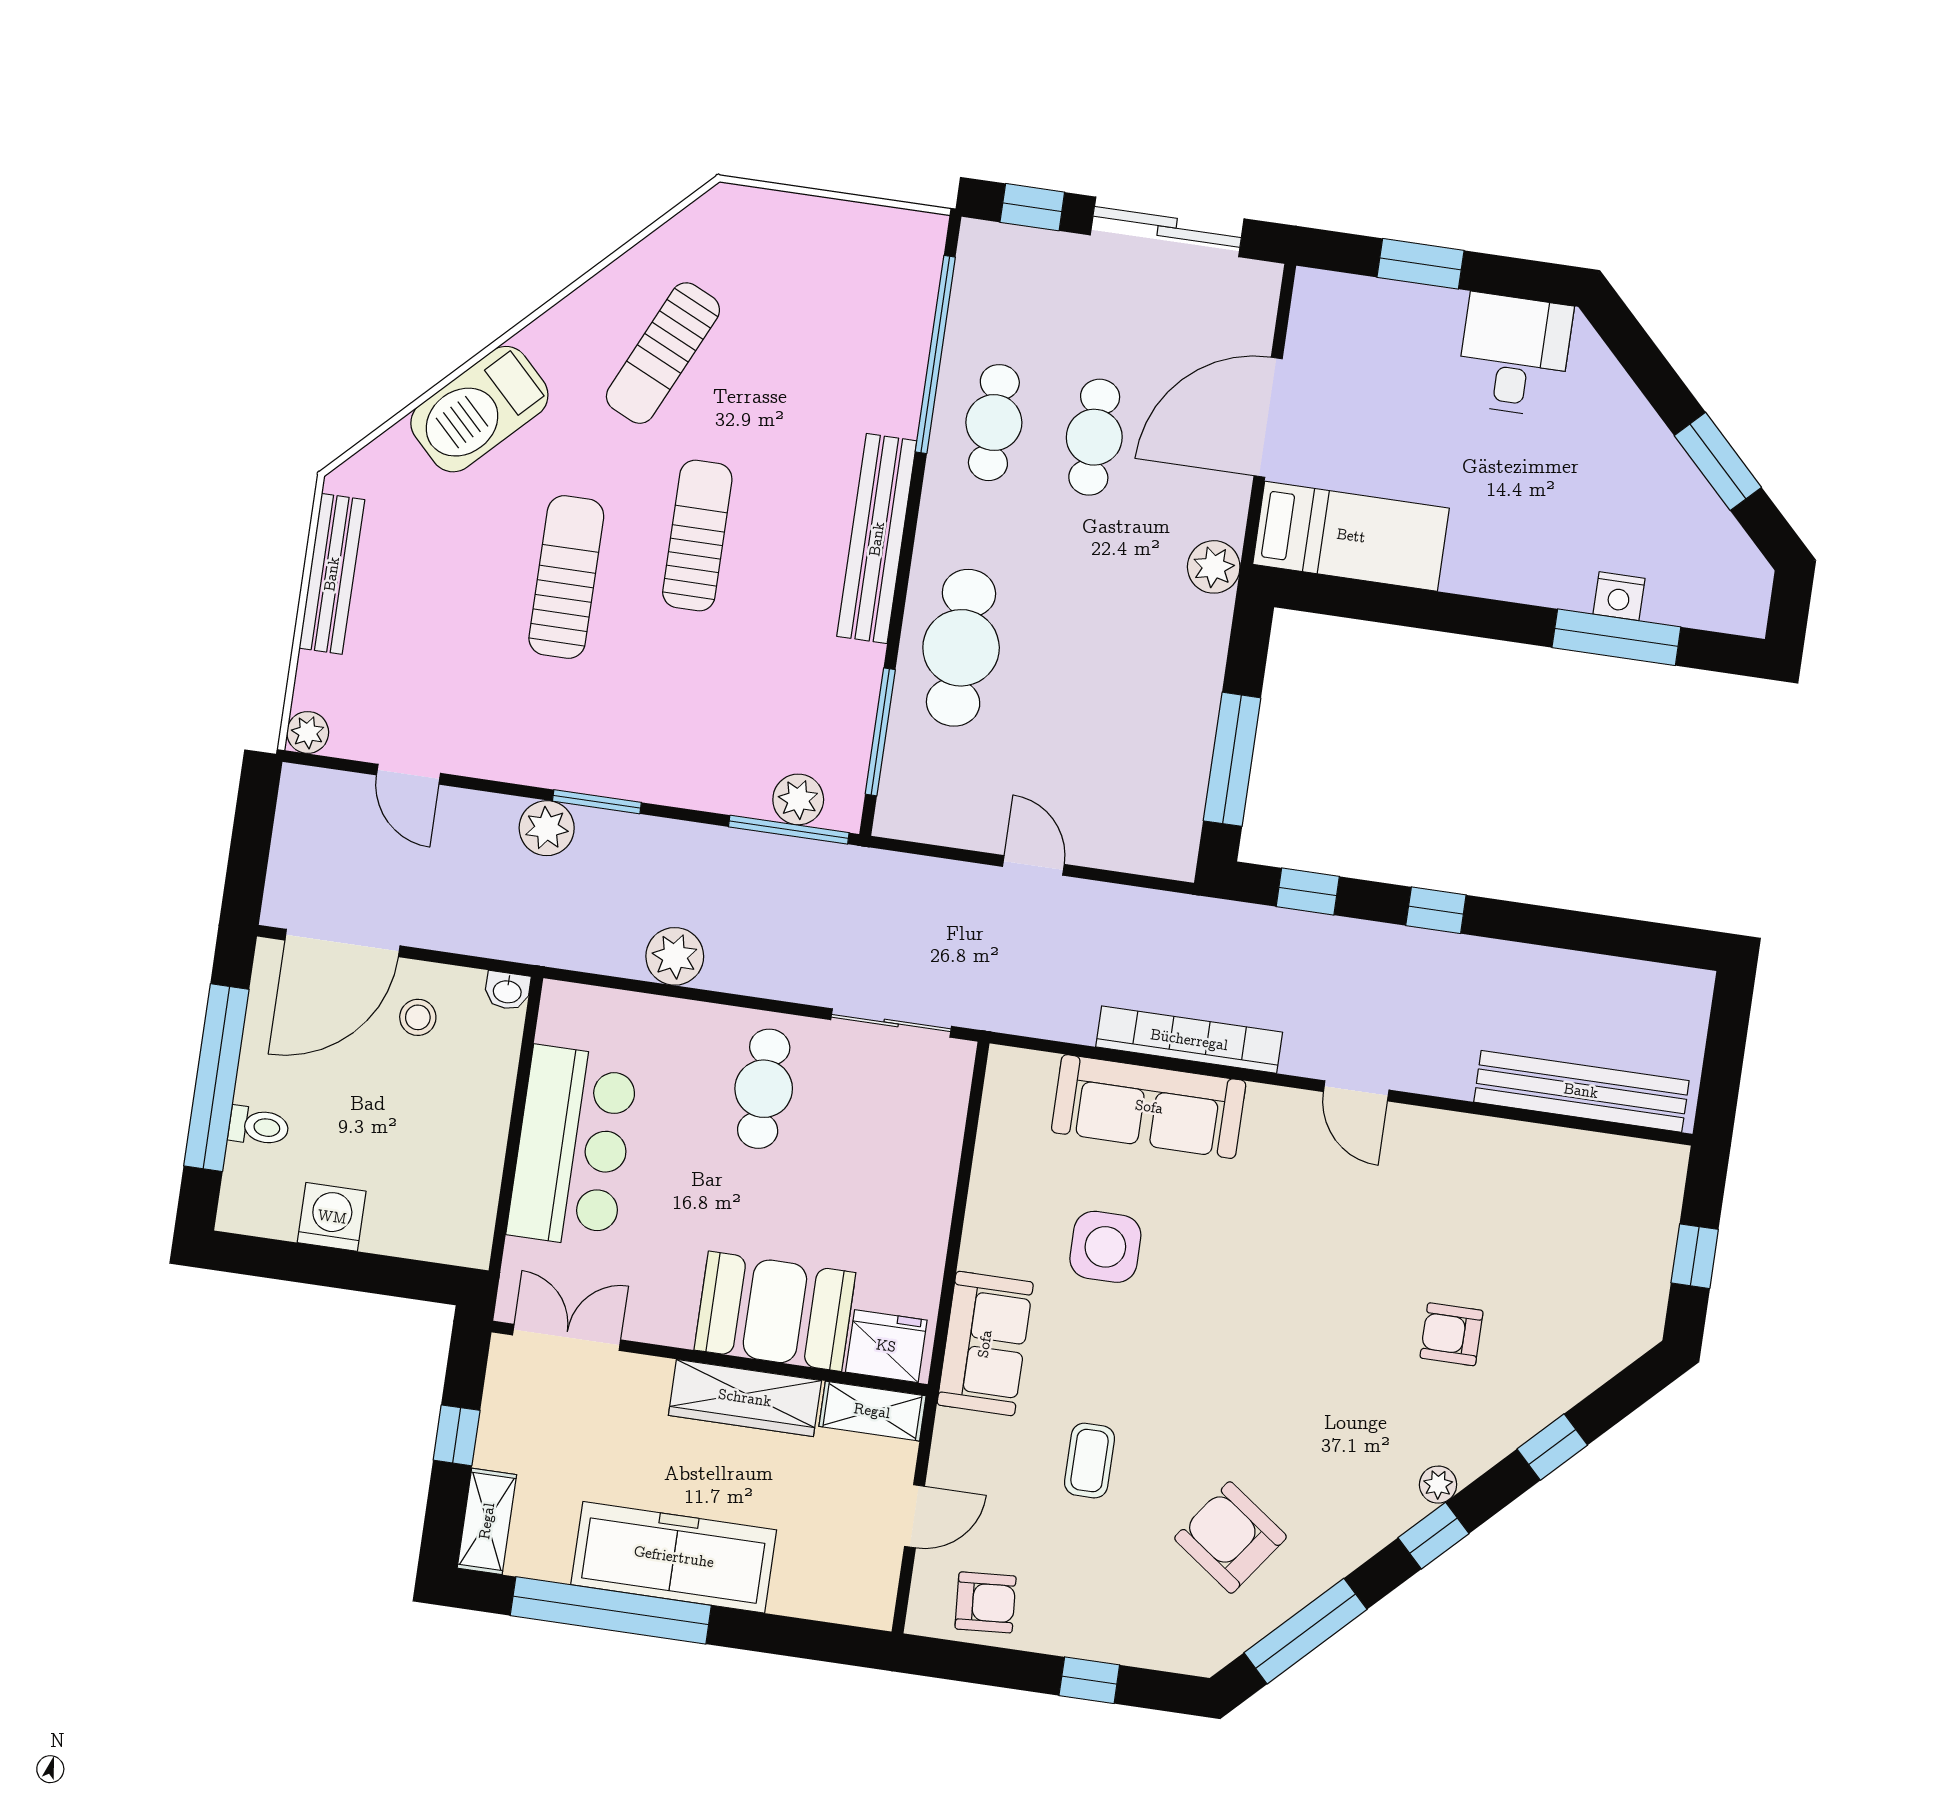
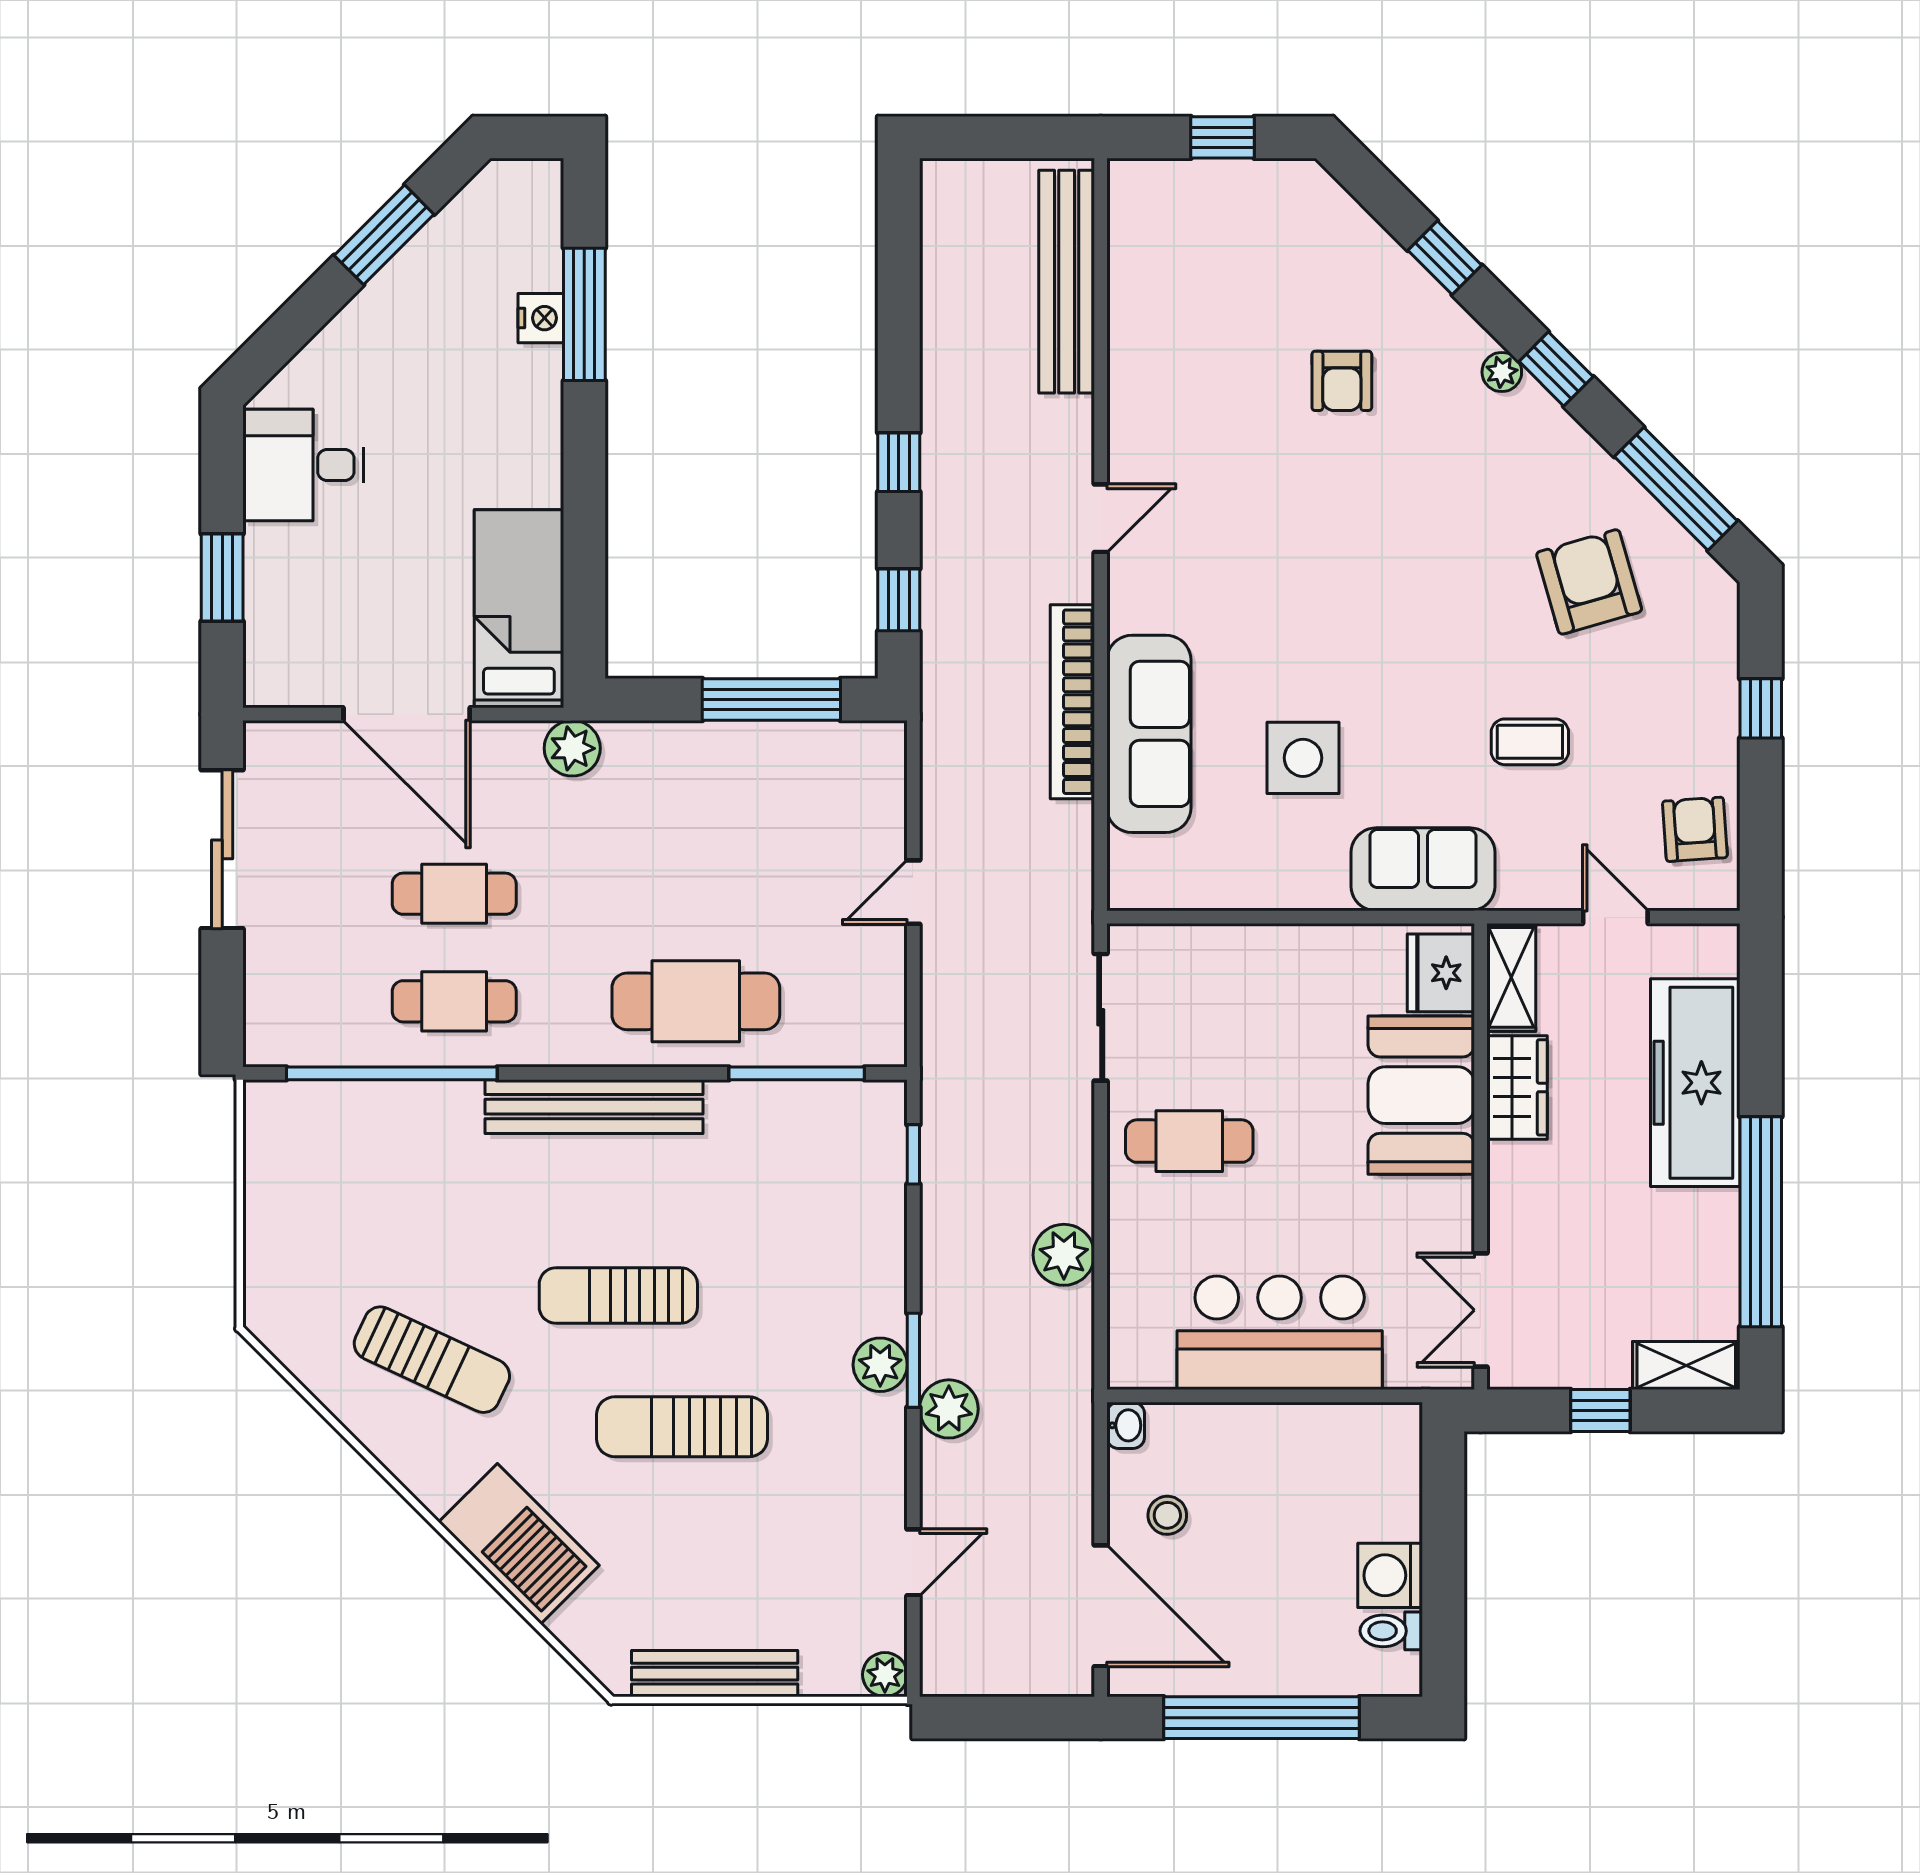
window: (1032, 207) -> (222, 994), removed
plant: (798, 799) -> (880, 1365), moved
window: (789, 830) -> (913, 1154), width x0.46
toilet: (259, 1126) -> (1391, 1631), moved, turned -90
wardrobe: (745, 1398) -> (1517, 1087), width x0.67
armchair: (1231, 1537) -> (1589, 582), turned 128
freezer: (674, 1557) -> (1695, 1083), moved

